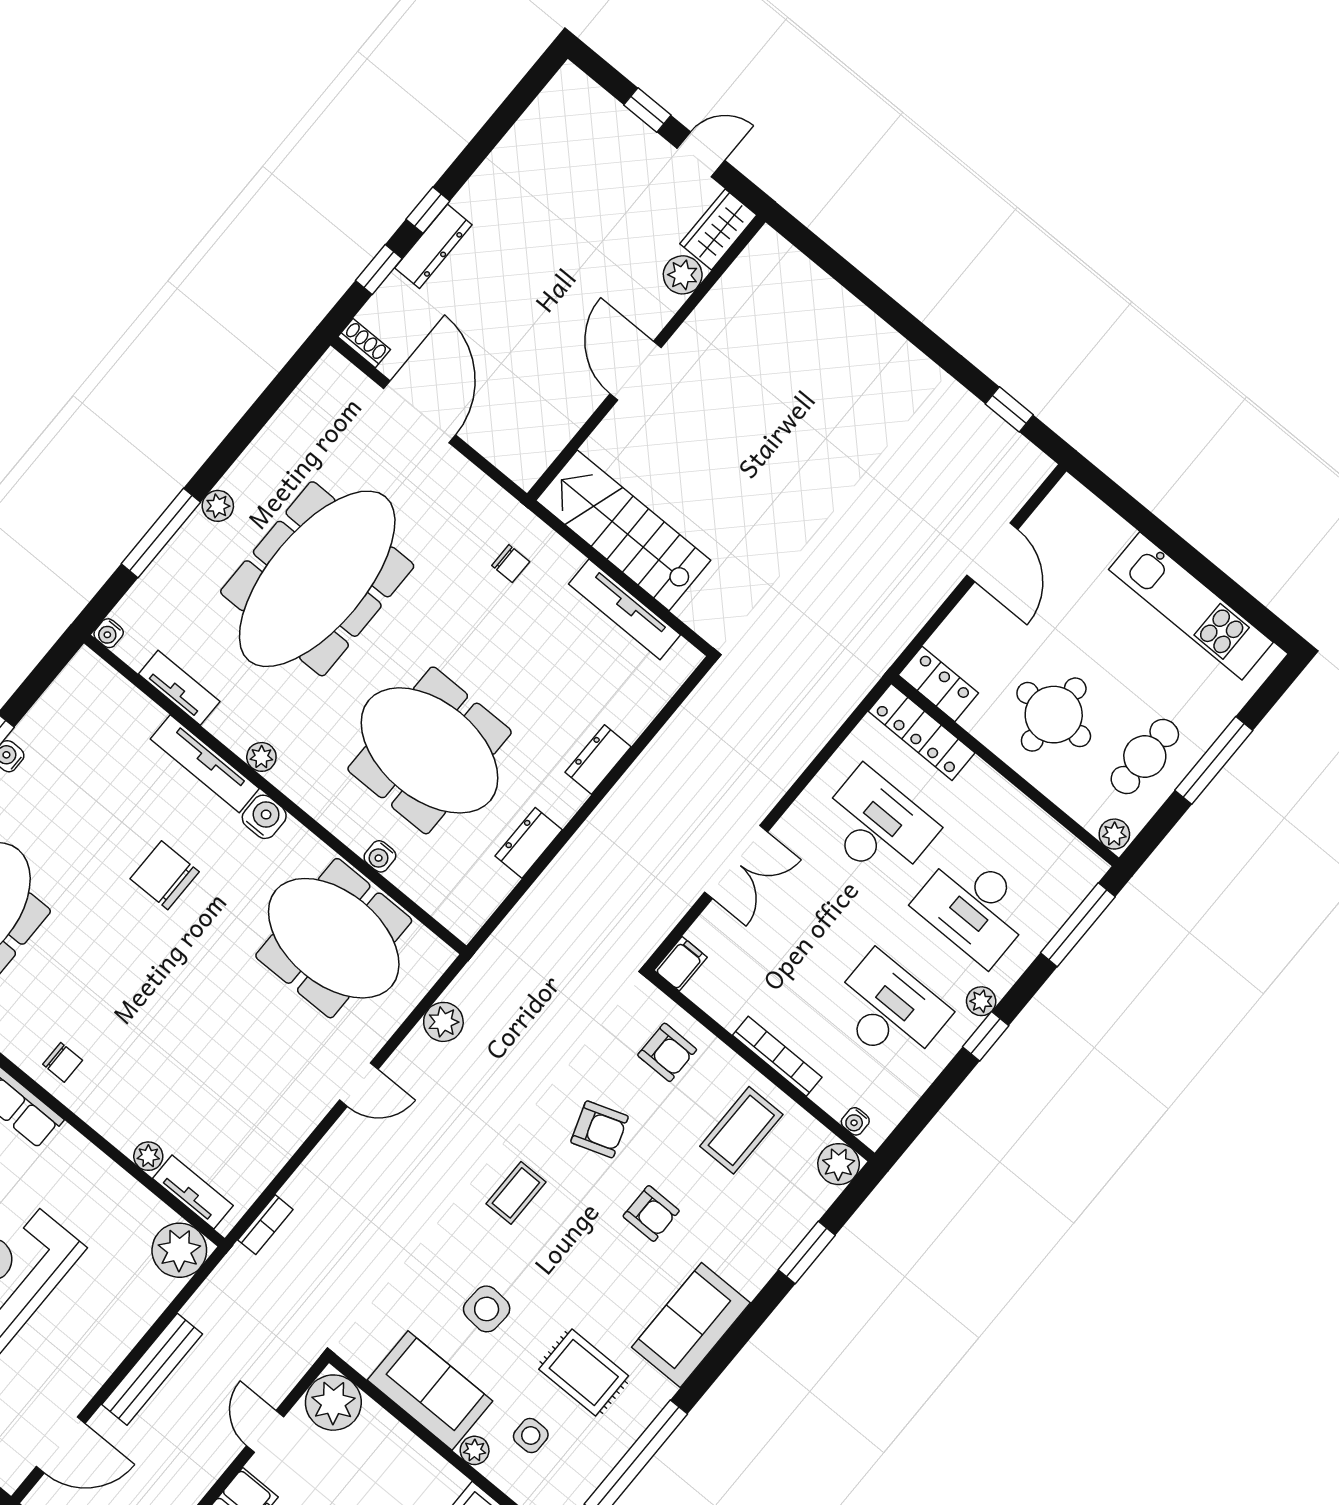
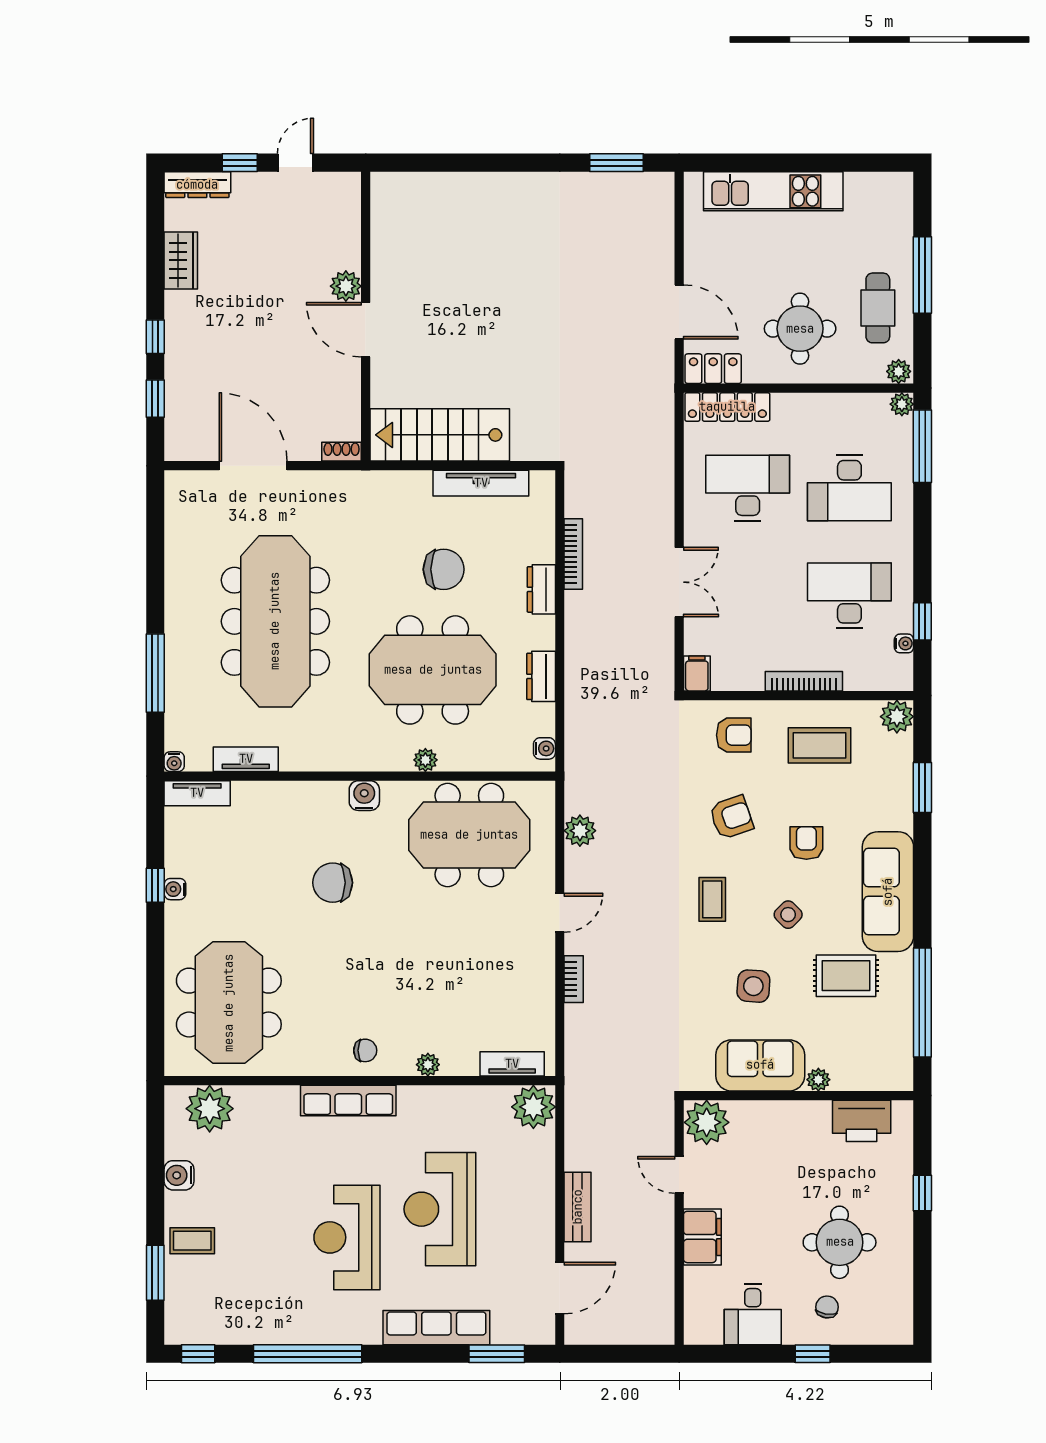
wardrobe: (718, 229) -> (181, 260), moved, turned 180
dresser: (433, 246) -> (197, 185), moved, turned 90
plant: (683, 275) -> (346, 286), moved
shoe rack: (364, 343) -> (342, 452), moved
window: (1009, 409) -> (617, 163), width x1.50
plant: (218, 506) -> (177, 627), removed
door: (992, 552) -> (679, 312), moved
chair: (511, 564) -> (444, 569), moved, width x1.87, depth x1.87
kitchen unit: (1191, 606) -> (773, 191), moved
bookcase: (657, 751) -> (573, 554), added
plant: (261, 757) -> (425, 760), moved
tv unit: (205, 764) -> (197, 793), moved, width x0.71
water cooler: (380, 856) -> (544, 748), moved, turned -90
plant: (981, 1001) -> (902, 404), moved
window: (986, 1036) -> (922, 621), moved
water cooler: (855, 1121) -> (904, 643), moved, turned -90
coffee table: (741, 1130) -> (820, 745), turned 90
plant: (148, 1156) -> (428, 1065), moved
armchair: (651, 1213) -> (806, 843), turned -90
bookcase: (265, 1225) -> (574, 979), moved
sofa: (691, 1325) -> (888, 892), width x1.36
bench: (152, 1369) -> (578, 1207), width x0.73
side table: (531, 1435) -> (788, 915), moved, turned 45

